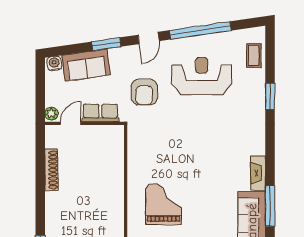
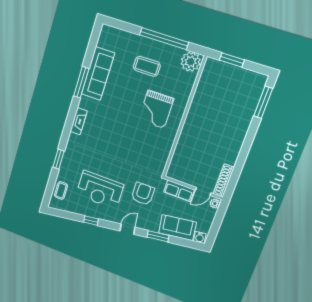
window: (200, 30) -> (91, 221), width x0.32
shoe rack: (51, 170) -> (224, 181), moved
fireplace: (258, 173) -> (79, 121), moved

